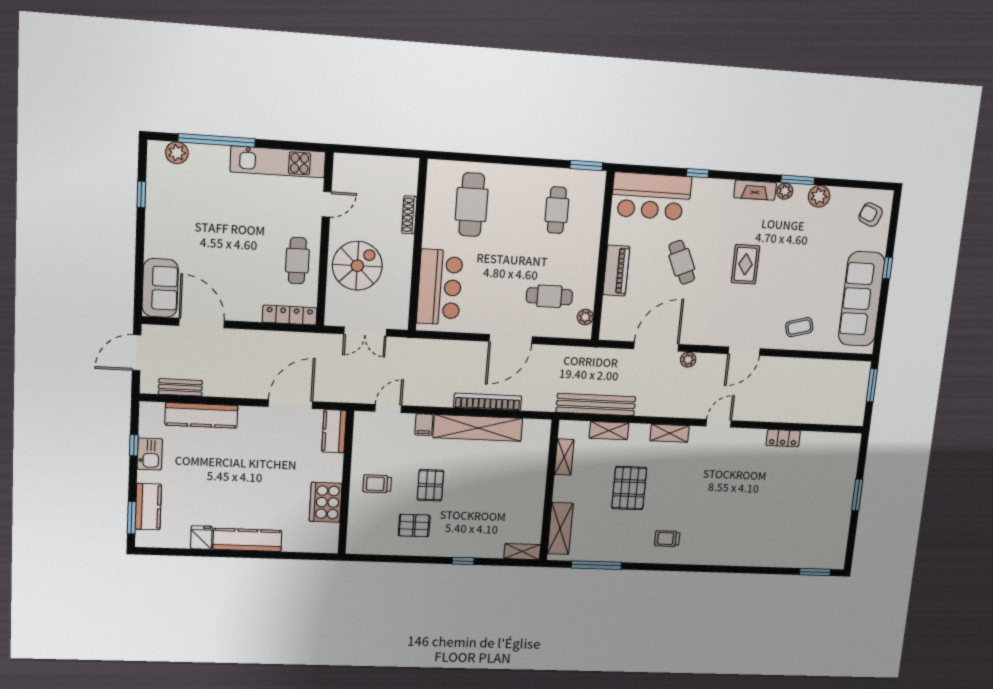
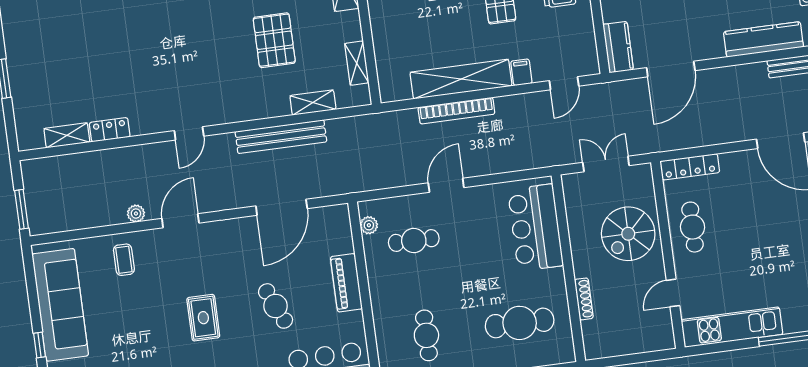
cafe table: (472, 205) -> (520, 323), turned 90
coffee table: (799, 327) -> (124, 260), turned -75
door: (511, 339) -> (446, 185), width x0.73
plant: (688, 360) -> (136, 214), moved
bench: (596, 404) -> (281, 137), moved
shelving: (670, 433) -> (67, 135), moved

